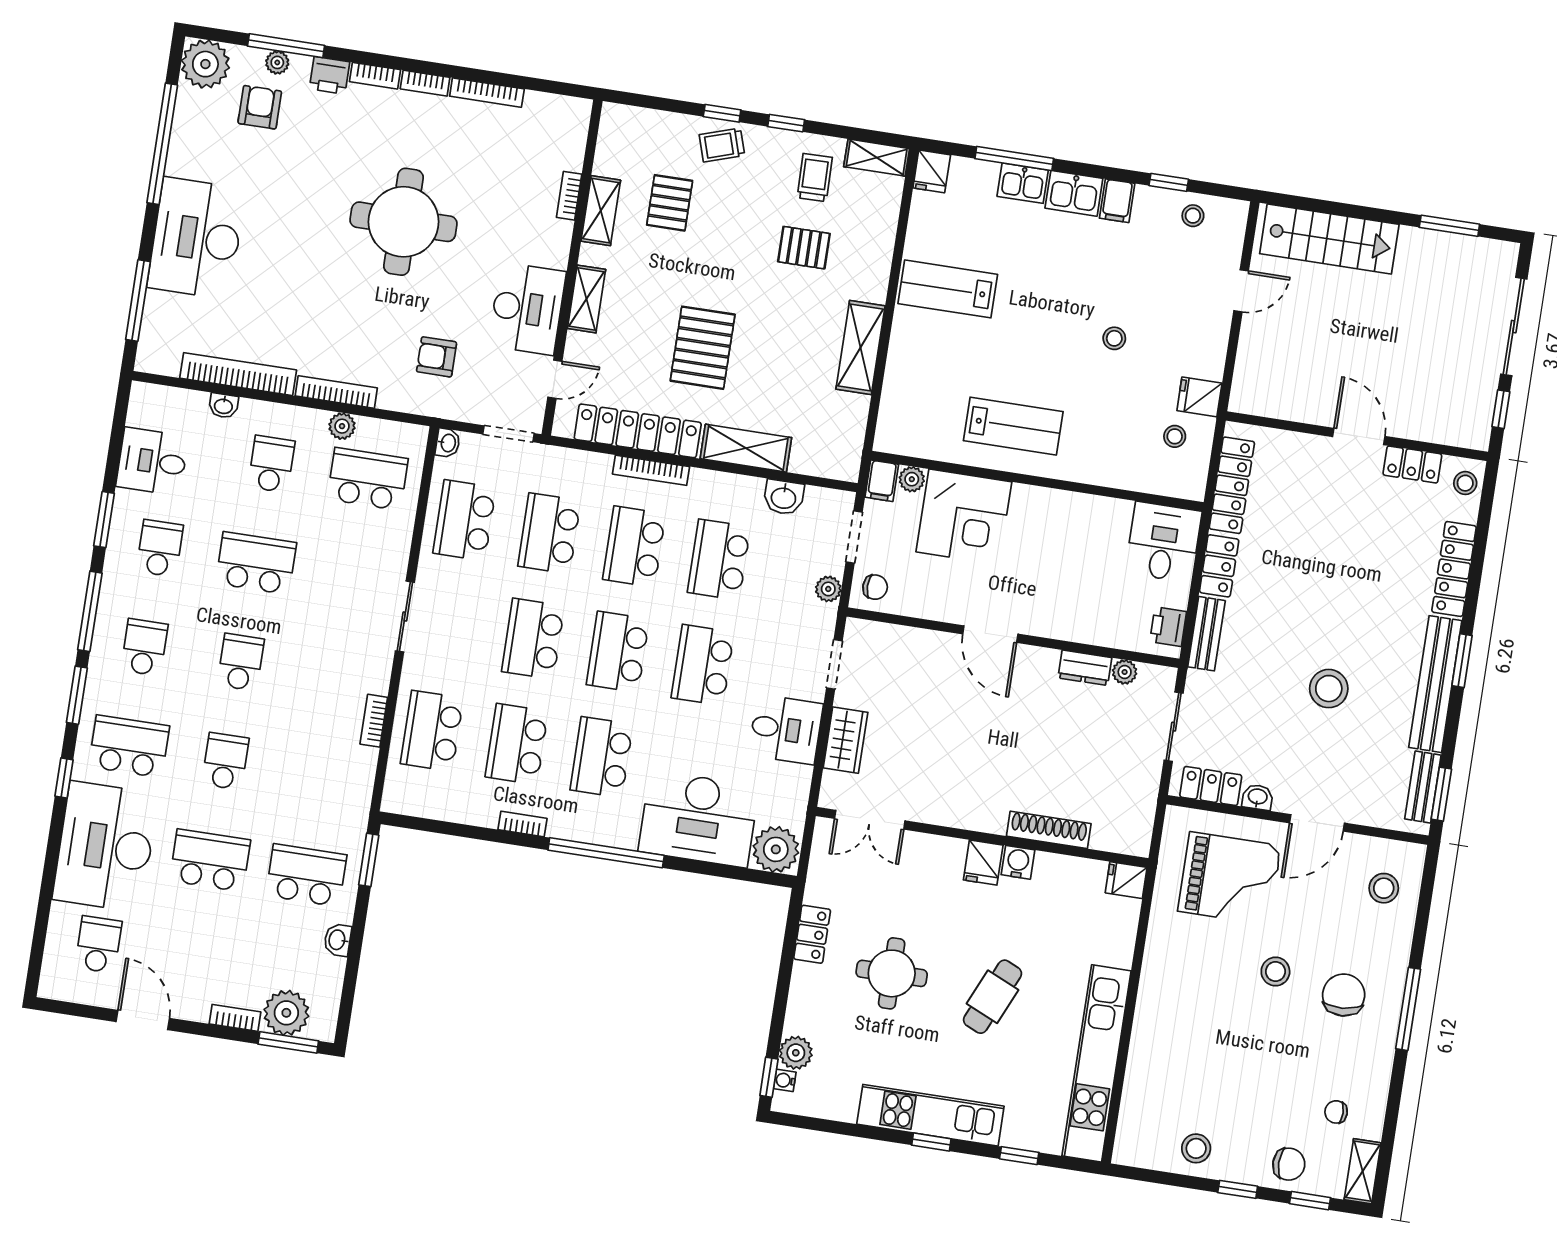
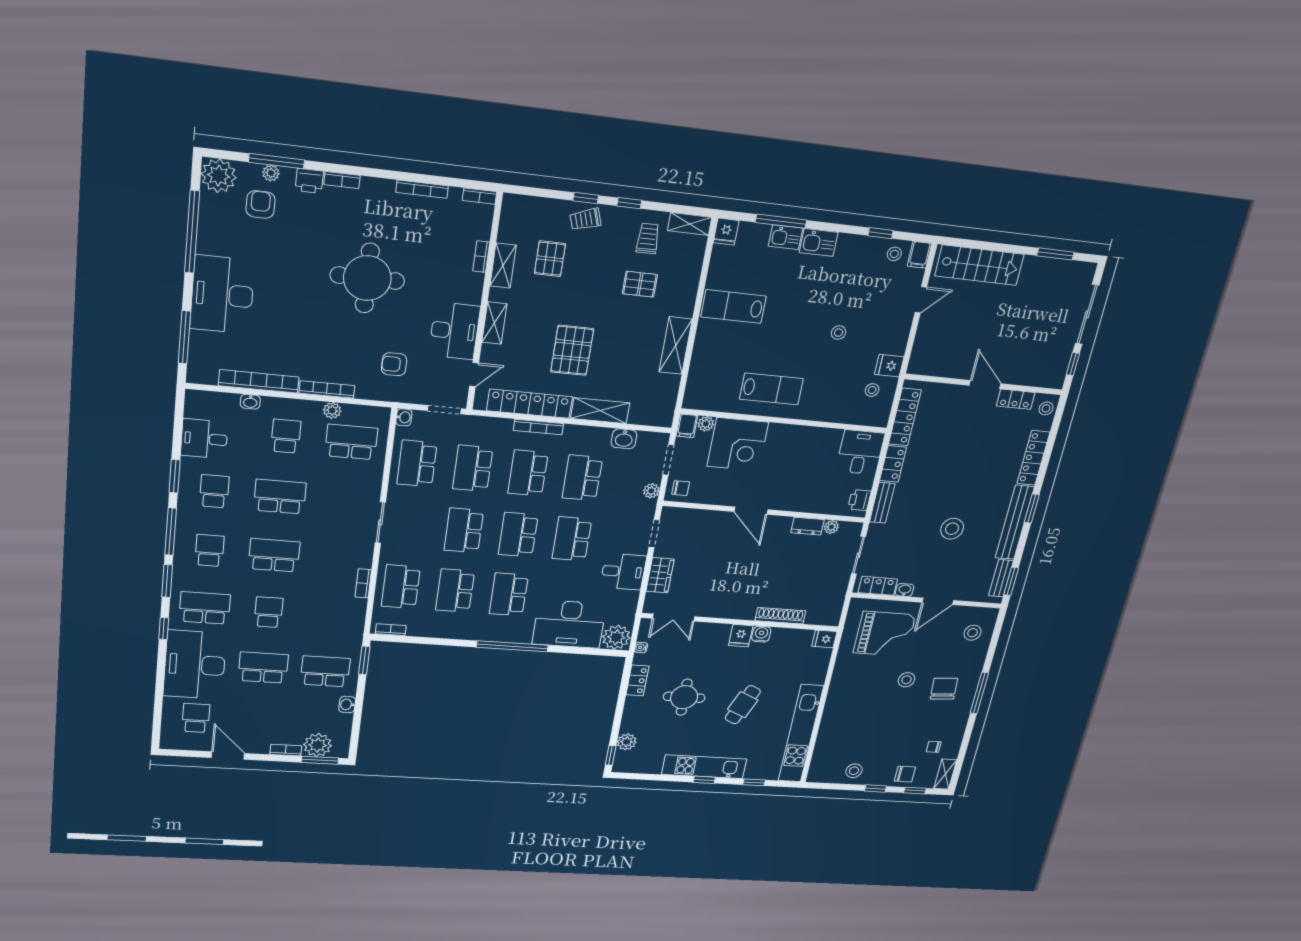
bookcase: (425, 83) -> (480, 196), moved
filing cabinet: (1117, 201) -> (919, 255), moved
school desk: (241, 662) -> (274, 555), width x1.85
bookcase: (523, 824) -> (391, 630), moved
water cooler: (785, 1080) -> (641, 647), moved

